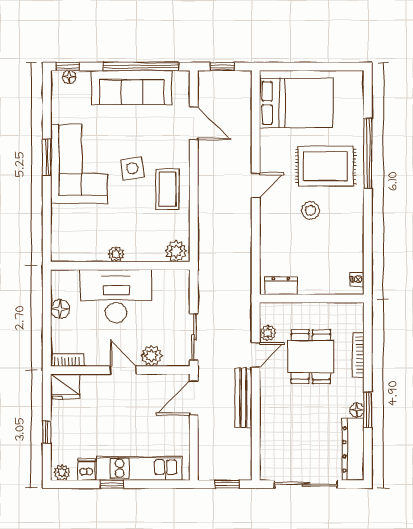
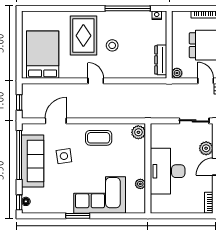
window: (368, 153) -> (128, 8), moved
corner sofa: (79, 164) -> (100, 195), moved
side table: (132, 168) -> (64, 156), moved
plant: (116, 254) -> (140, 184), moved
dresser: (281, 286) -> (161, 60), width x1.44
floor lamp: (60, 309) -> (176, 207), removed
plant: (268, 333) -> (177, 73), moved

